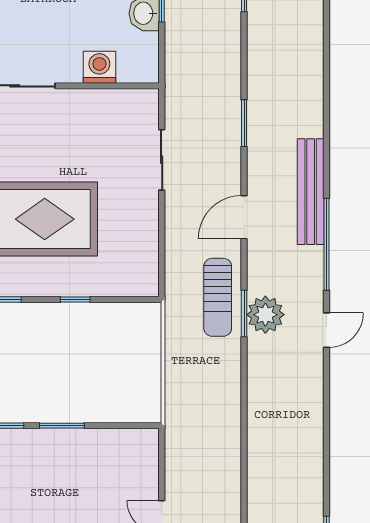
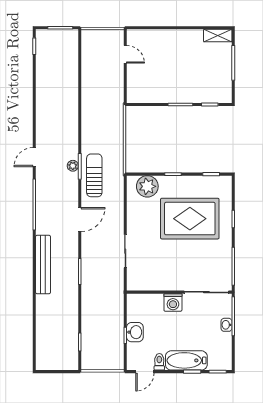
washing machine: (99, 67) -> (173, 302), moved
bench: (311, 192) -> (43, 264), moved
plant: (122, 277) -> (147, 186), added
plant: (265, 315) -> (73, 166), width x0.53, depth x0.53

